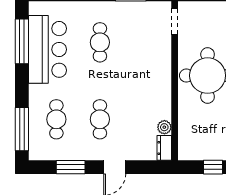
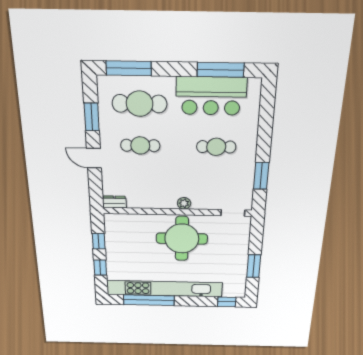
cafe table: (56, 119) -> (140, 104), width x1.37, depth x1.35
plant: (164, 127) -> (184, 203), moved

